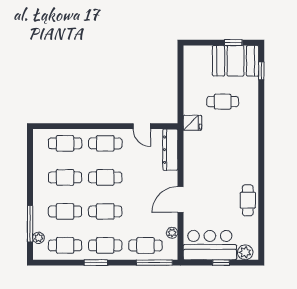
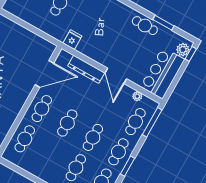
fridge: (192, 123) -> (72, 40), moved
door: (142, 126) -> (44, 74), width x1.87
dresser: (170, 150) -> (86, 69), moved
cafe table: (65, 177) -> (50, 153), removed
window: (261, 217) -> (163, 23), added
window: (221, 263) -> (191, 54), moved

